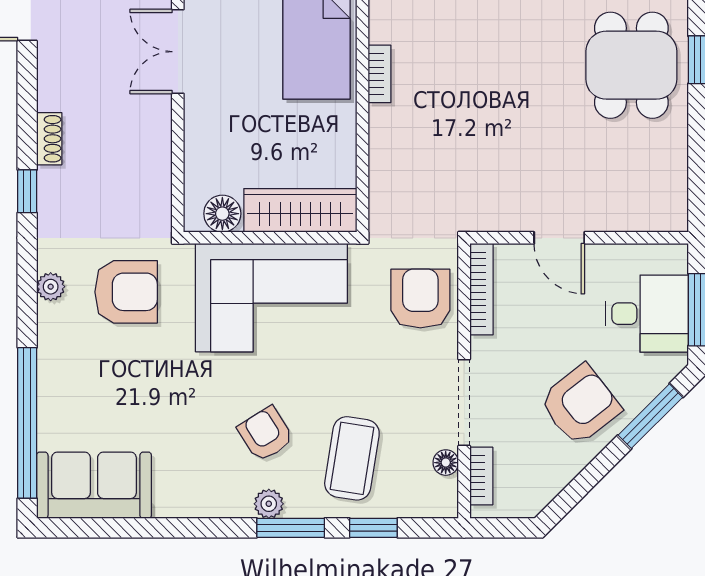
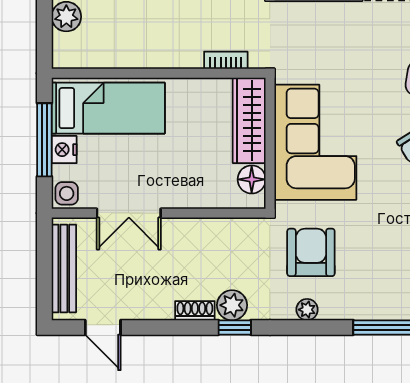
bookcase: (380, 74) -> (226, 60), moved
plant: (56, 188) -> (232, 305), added
armchair: (420, 299) -> (316, 29), removed

